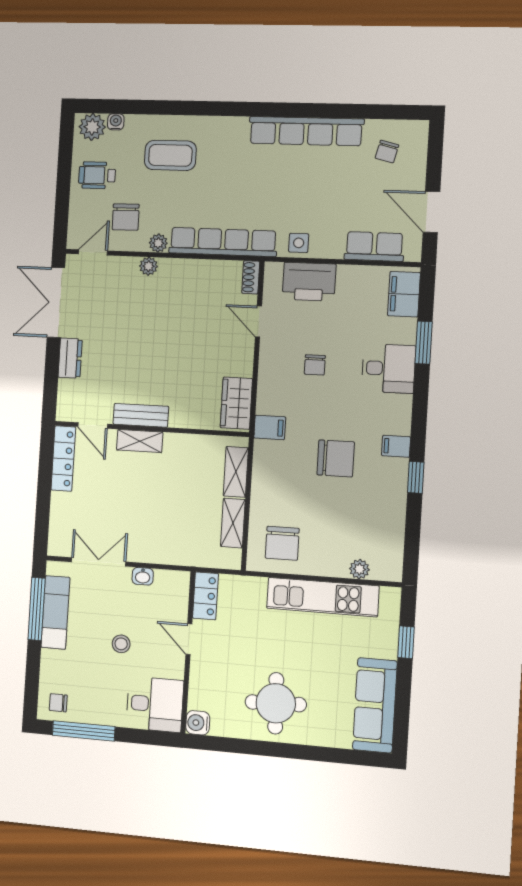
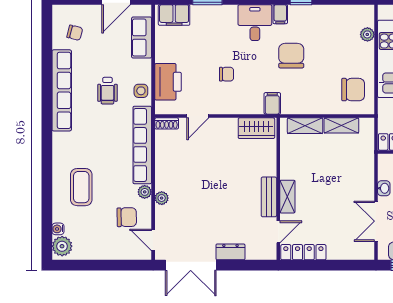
wheelchair: (97, 175) -> (107, 91), moved
desk: (388, 368) -> (255, 23), moved

